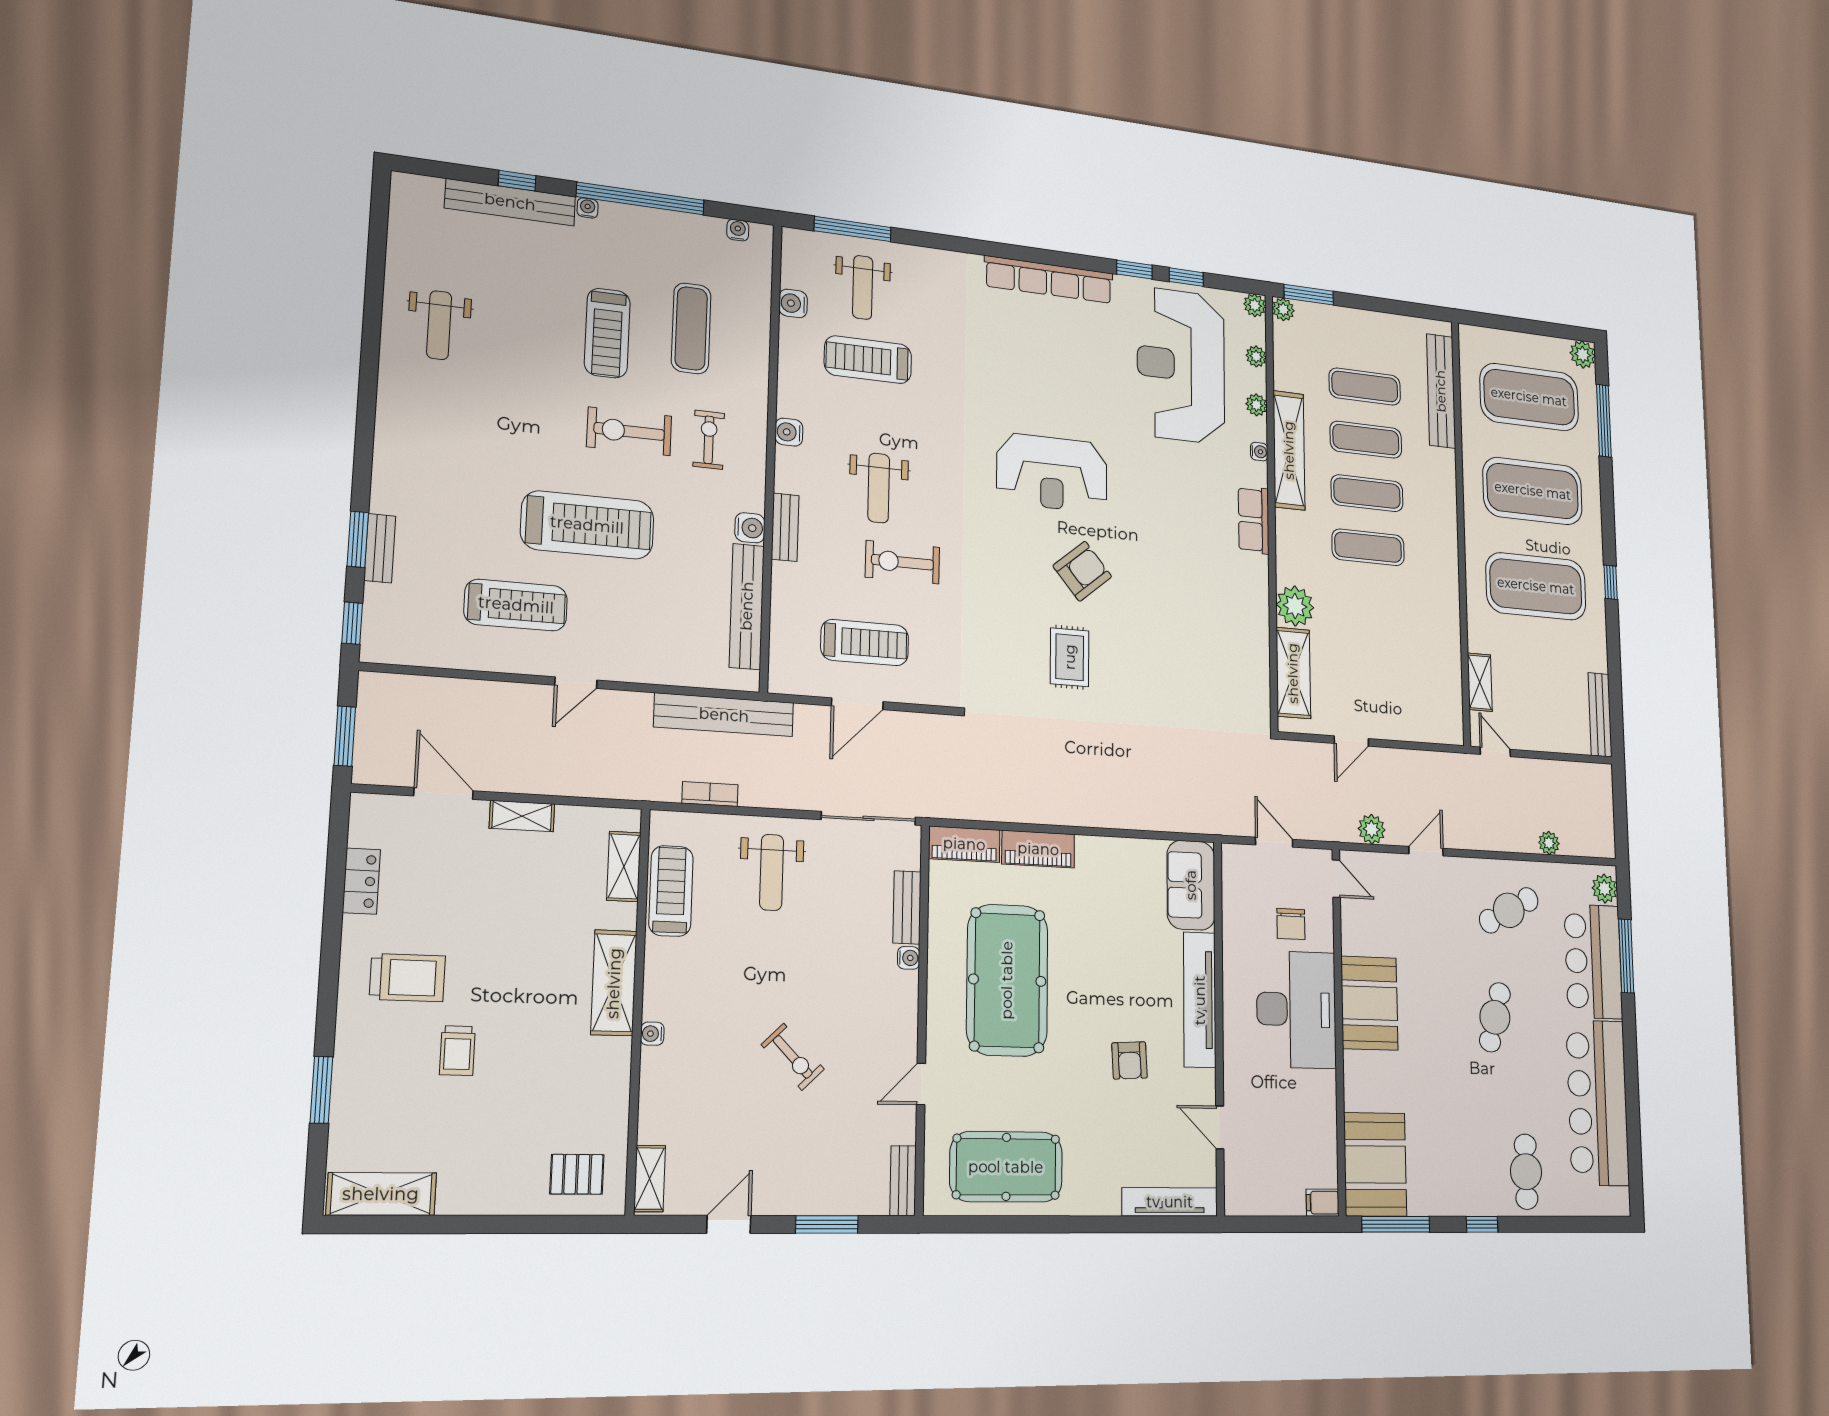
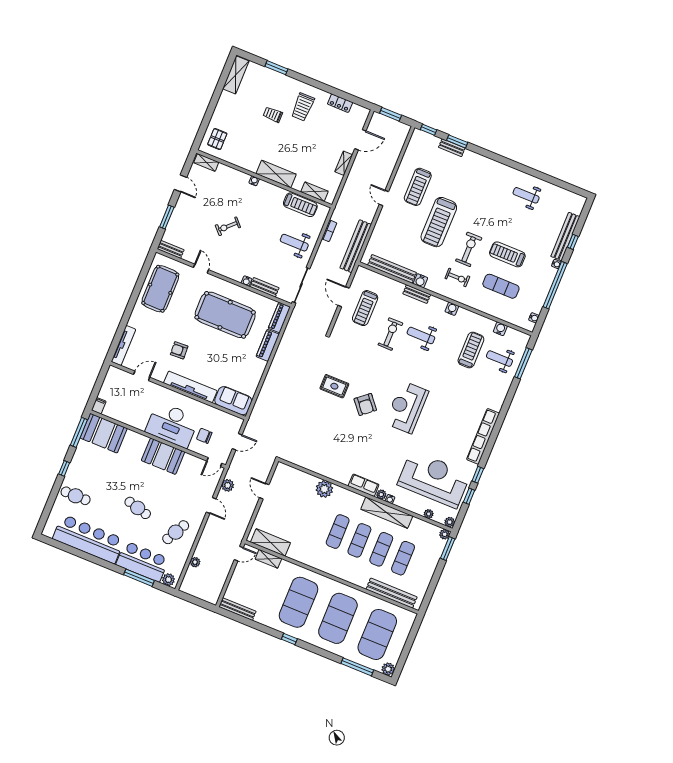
plant: (1256, 405) -> (381, 494), moved
shelving: (1293, 673) -> (270, 542), moved
cafe table: (1509, 910) -> (176, 532), turned 56

